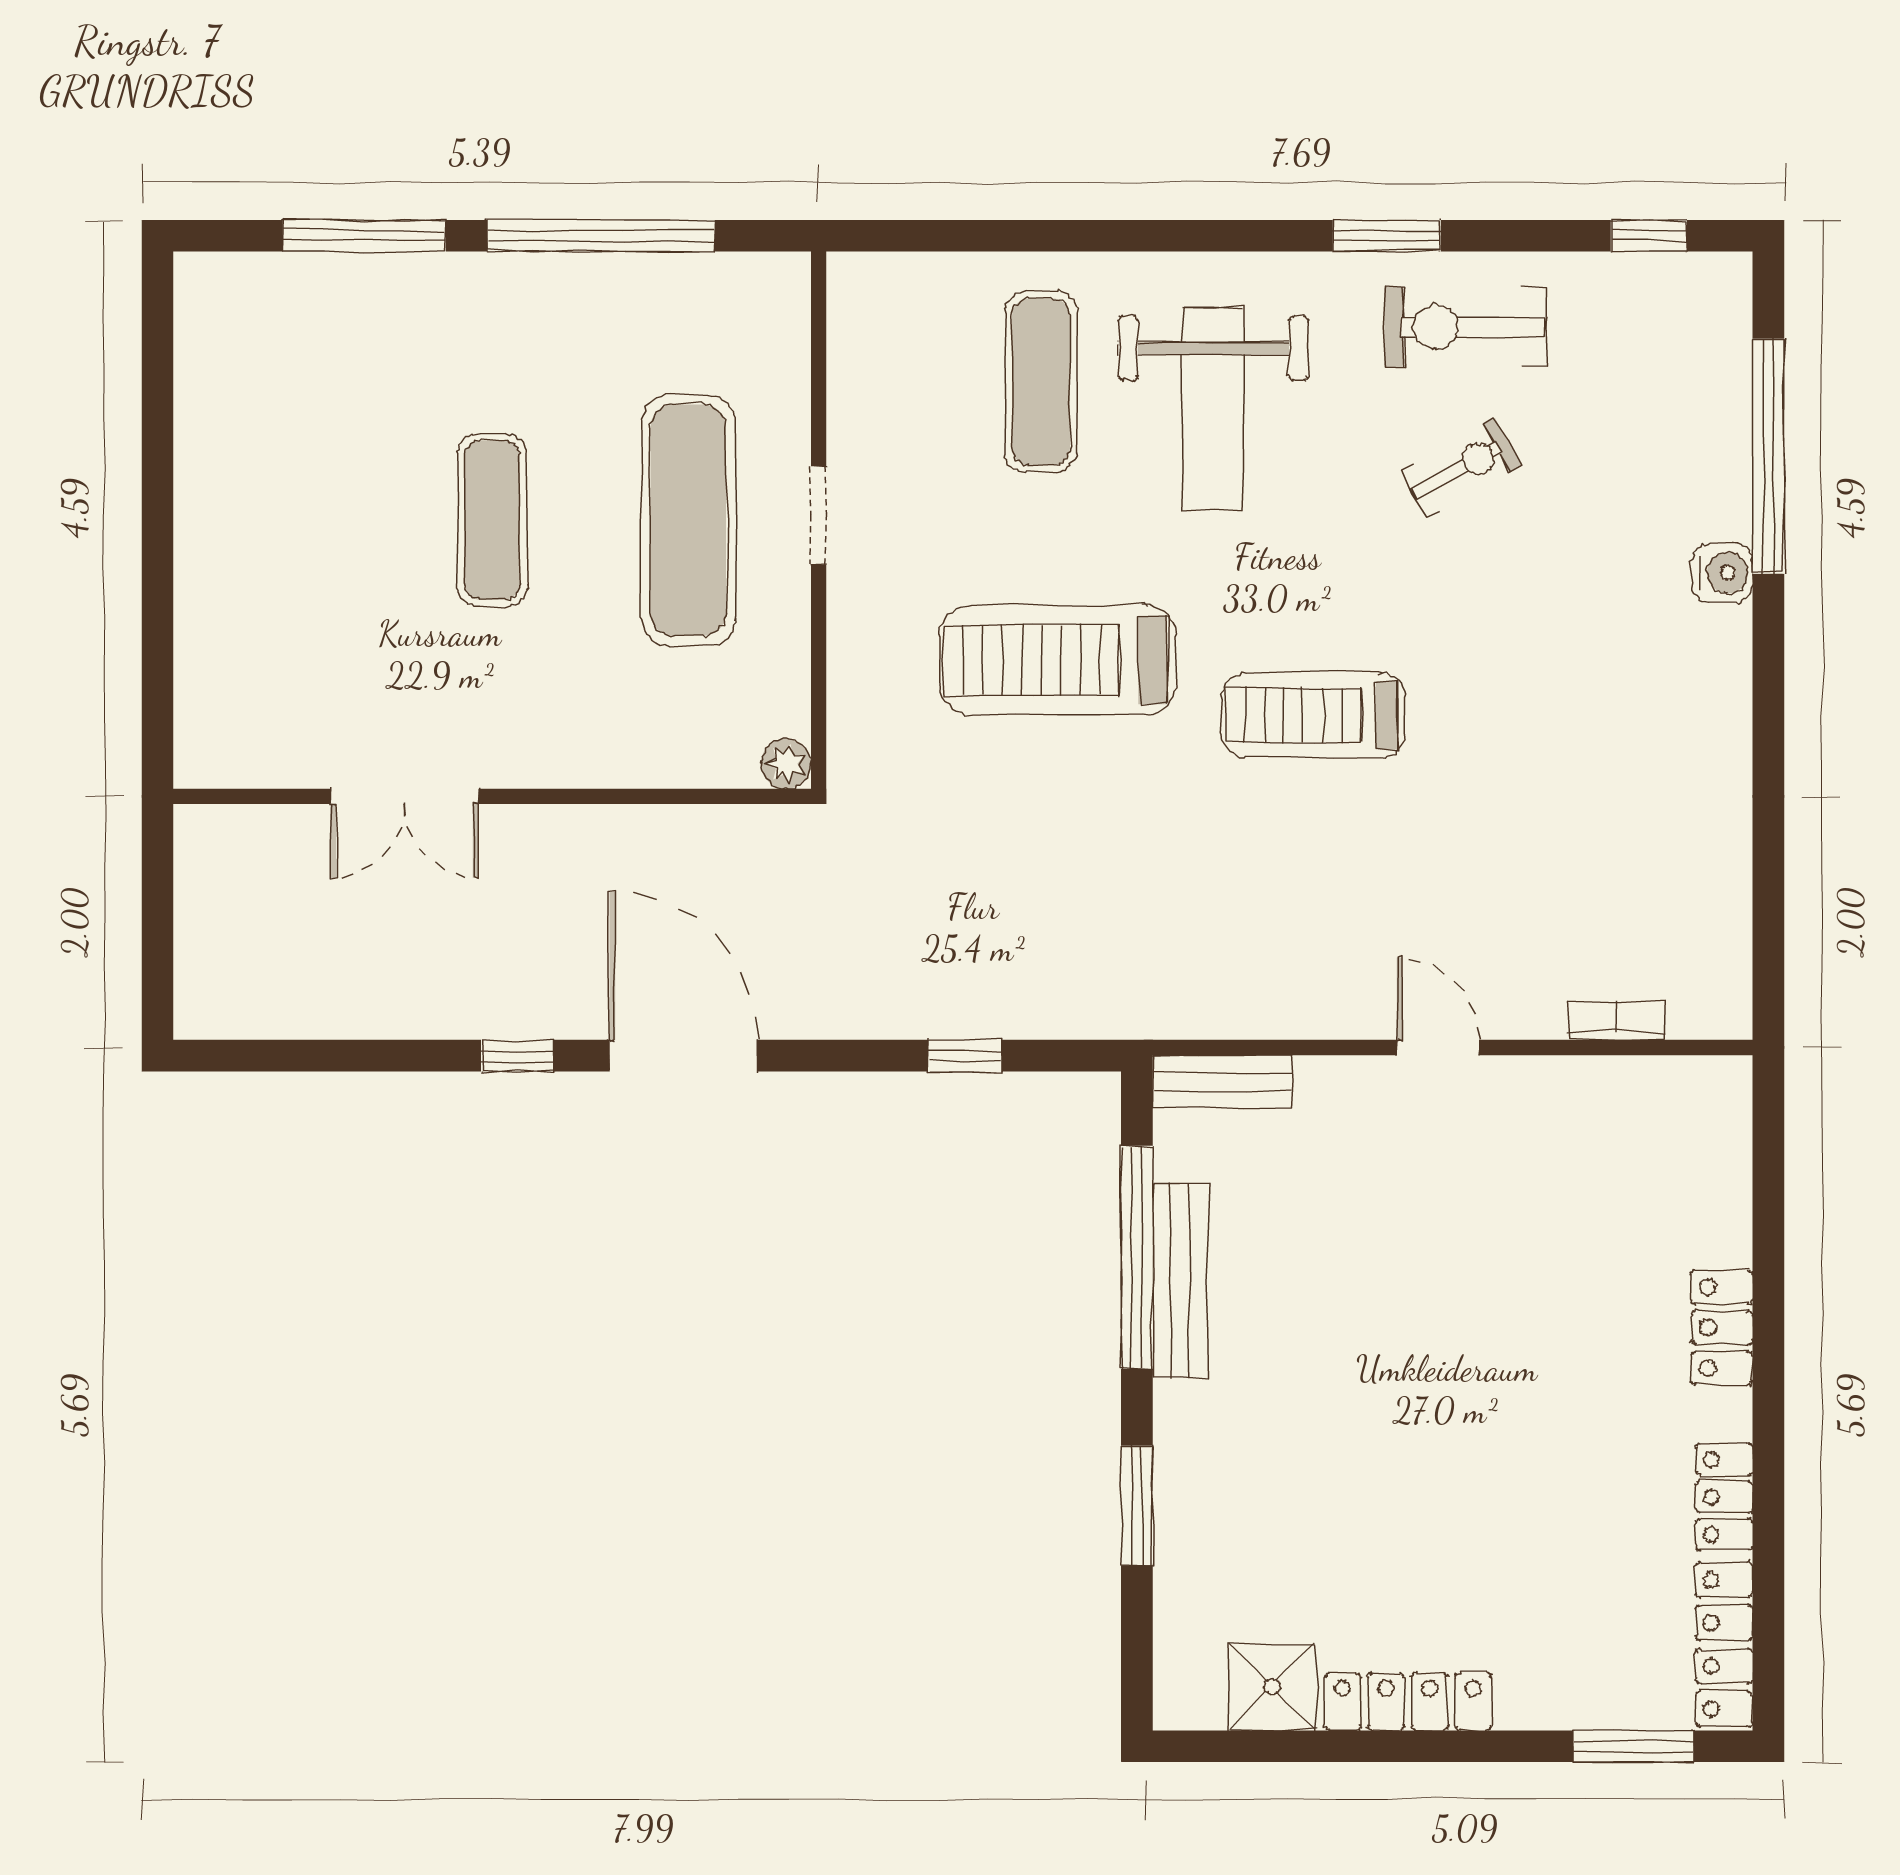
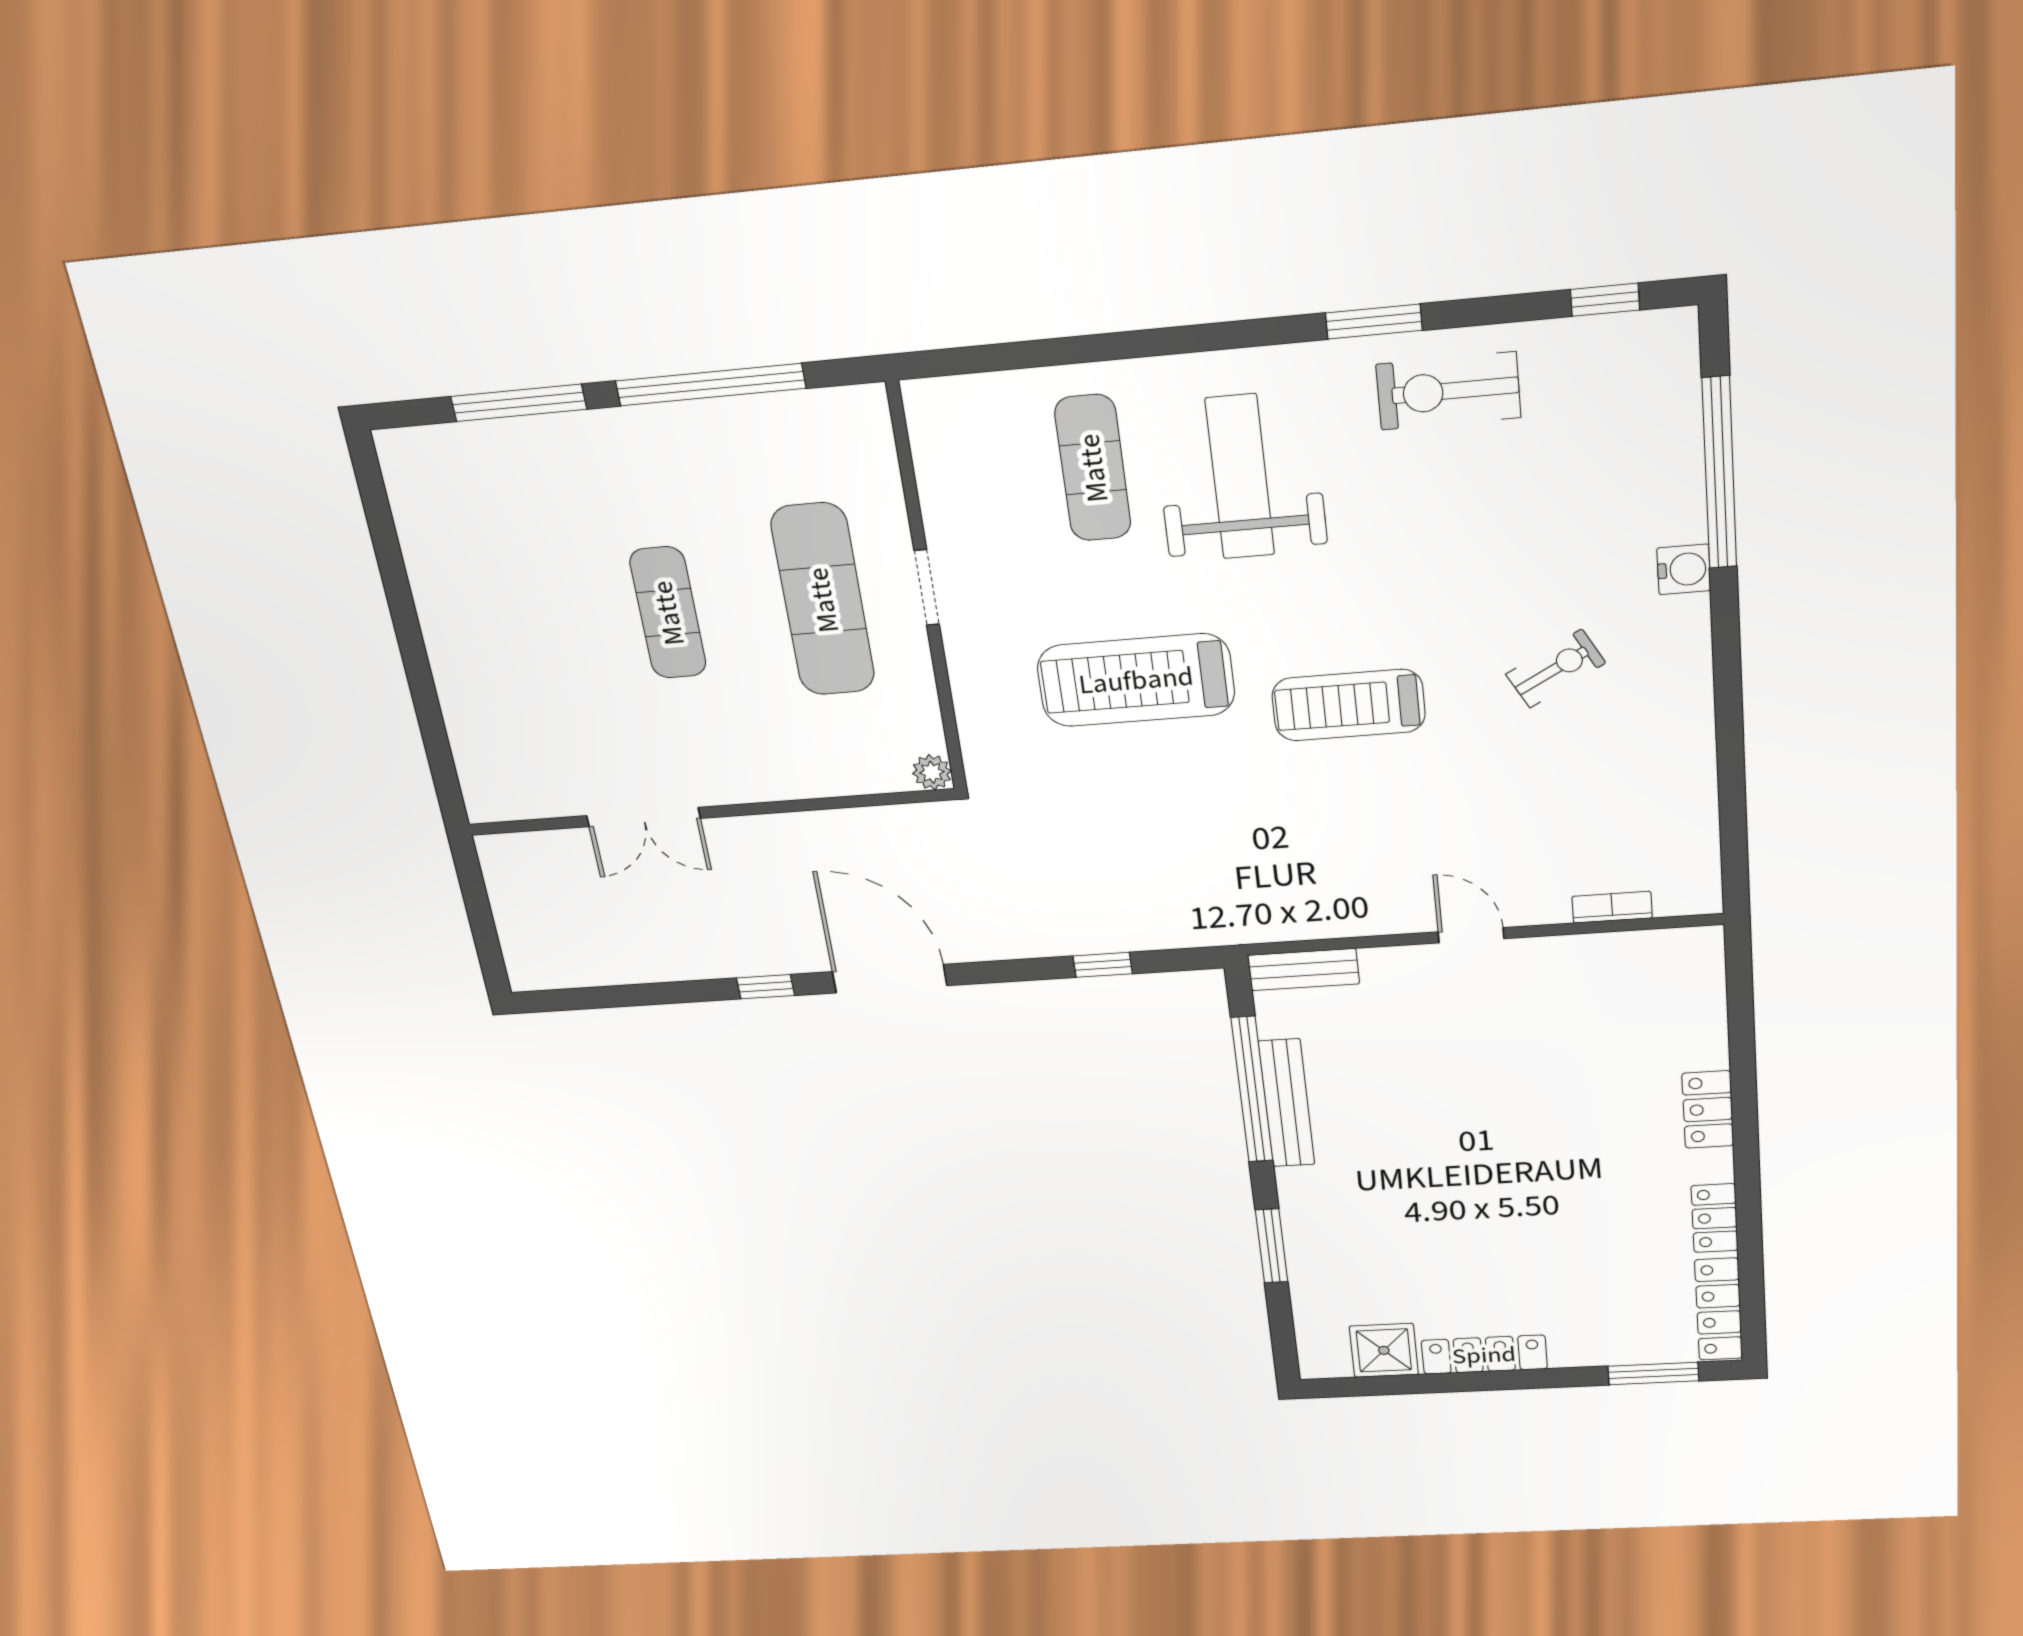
weight bench: (1213, 409) -> (1240, 477), turned 180
exercise bike: (1461, 468) -> (1556, 669), moved

